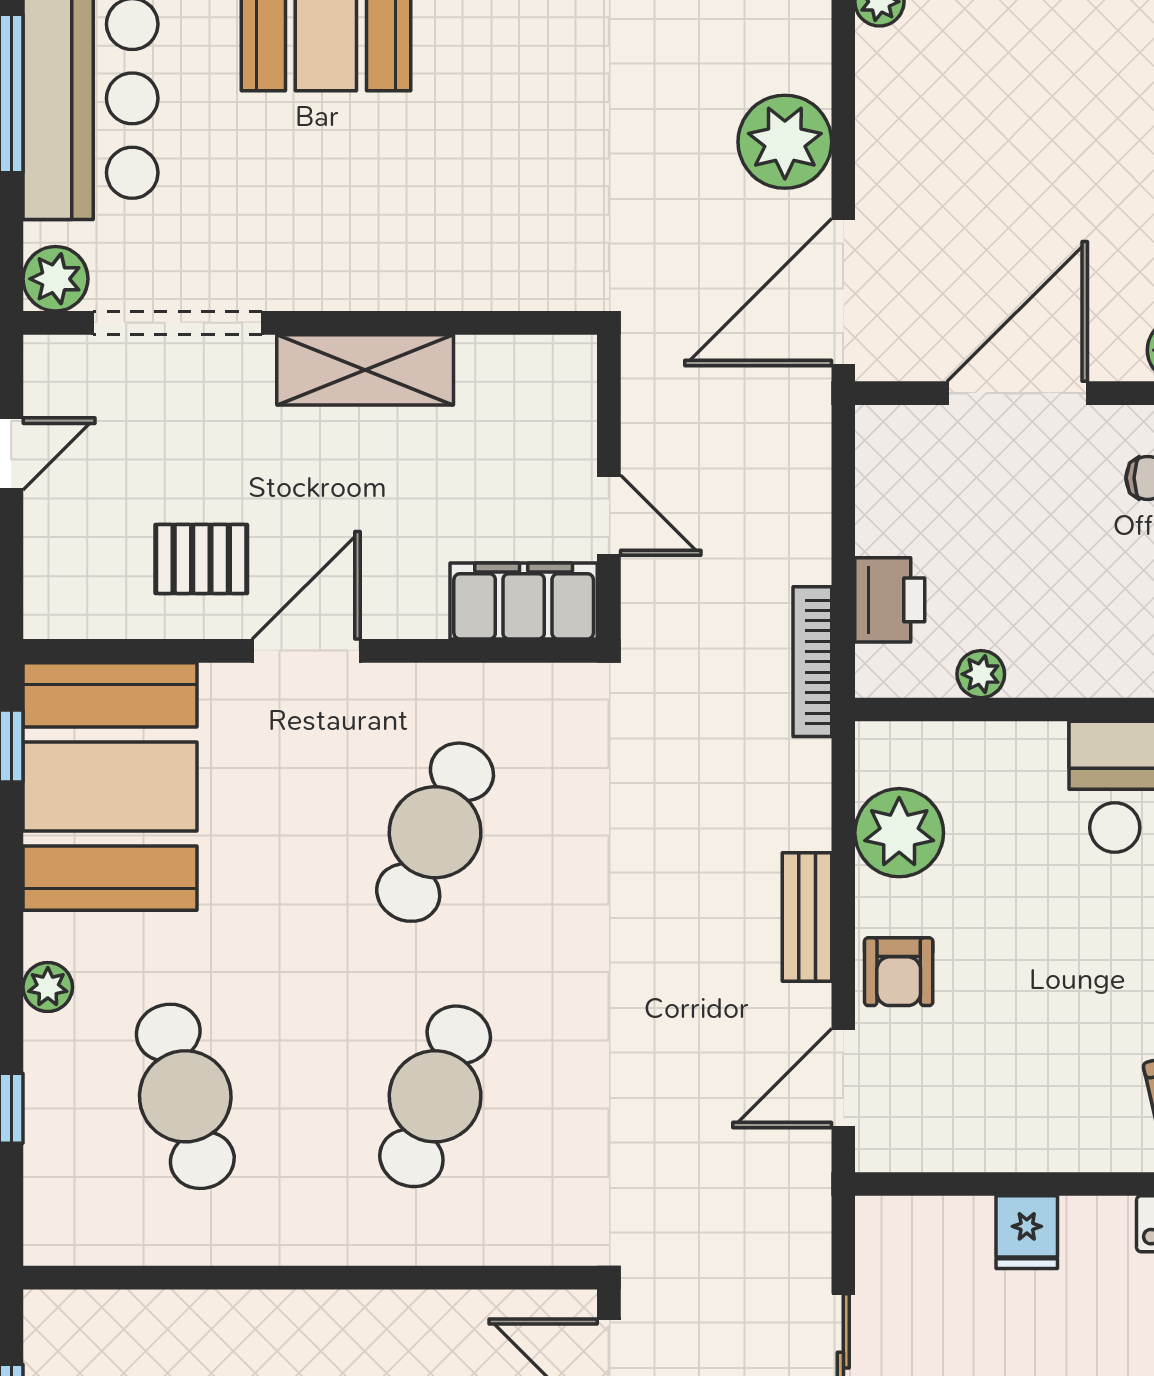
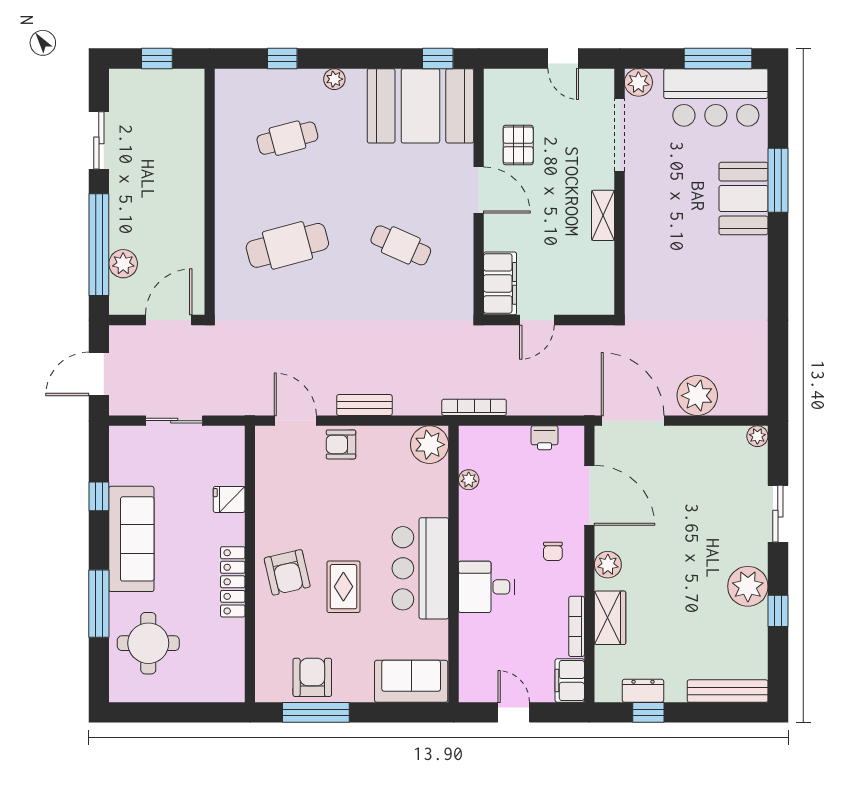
shelving: (365, 370) -> (603, 215), width x0.67, depth x0.75
printer: (890, 600) -> (545, 438), moved, width x0.73, depth x0.81
cafe table: (435, 832) -> (401, 245), width x0.73, depth x0.74
plant: (899, 833) -> (430, 445), moved
cafe table: (185, 1096) -> (287, 138), width x0.73, depth x0.74
cafe table: (435, 1096) -> (287, 245), turned -36

